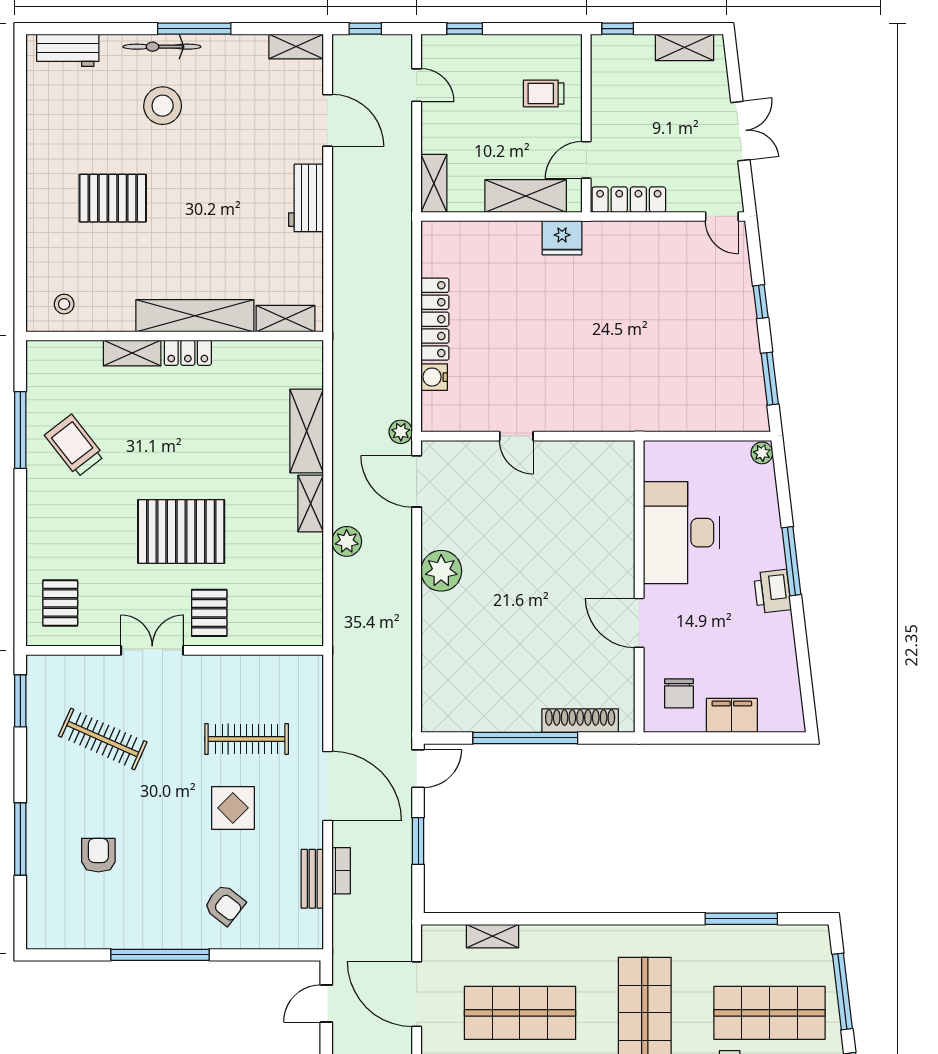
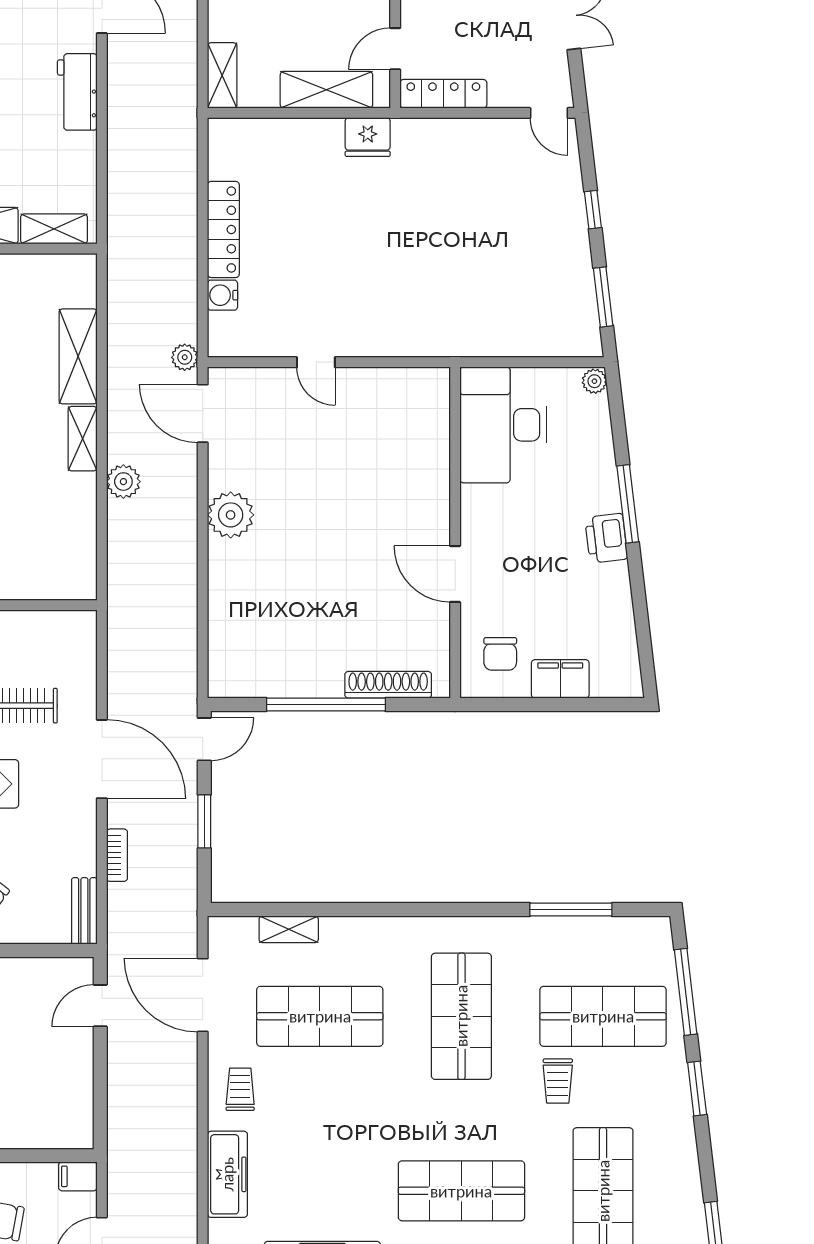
desk: (682, 533) -> (503, 425), moved
bench: (312, 879) -> (84, 911), moved

